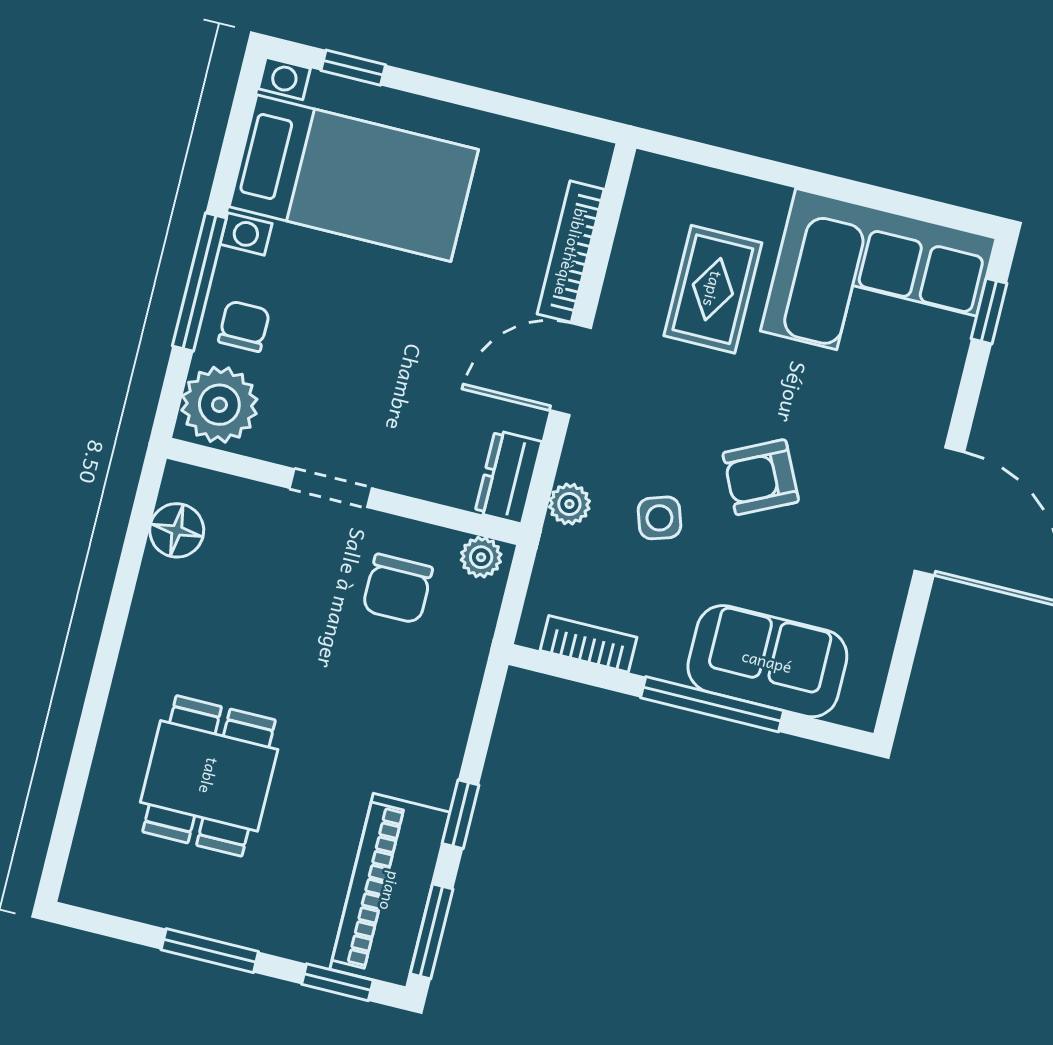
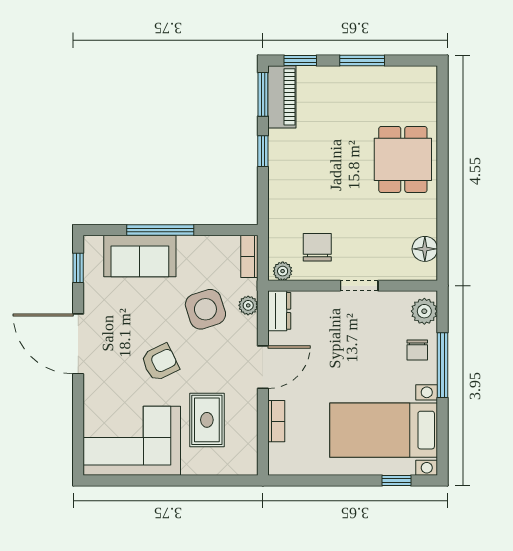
bookcase: (571, 252) -> (276, 421), width x0.64
window: (989, 311) -> (78, 268), moved
plant: (219, 405) -> (424, 311), width x0.73, depth x0.73
armchair: (761, 477) -> (160, 362), moved
side table: (659, 518) -> (205, 309), width x1.87, depth x1.87
bookcase: (589, 644) -> (249, 256), moved, turned 90
dining table: (209, 776) -> (403, 159), moved
piano: (390, 891) -> (282, 97), width x0.73, depth x0.75

